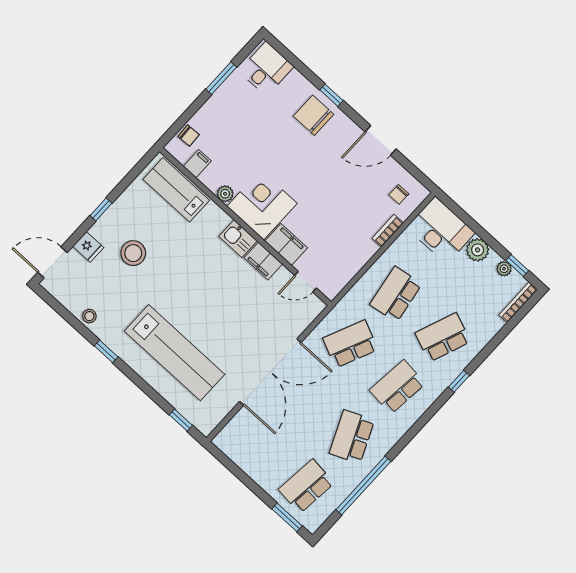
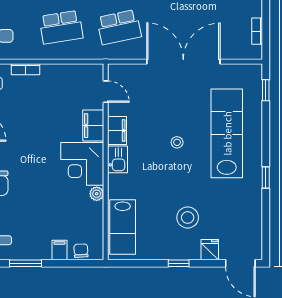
filing cabinet: (197, 164) -> (60, 250), moved, turned 90
stool: (89, 316) -> (177, 142), moved
school desk: (350, 344) -> (119, 27), turned -36
bookcase: (238, 459) -> (257, 31), added

